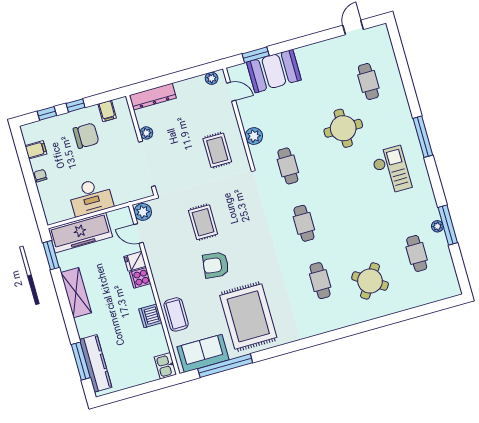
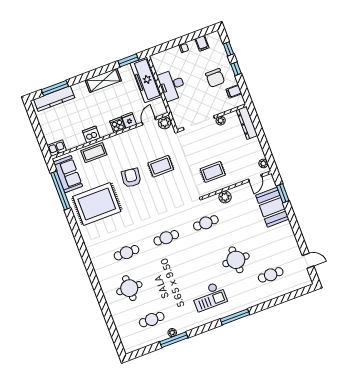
round table: (370, 281) -> (129, 288), turned -34

